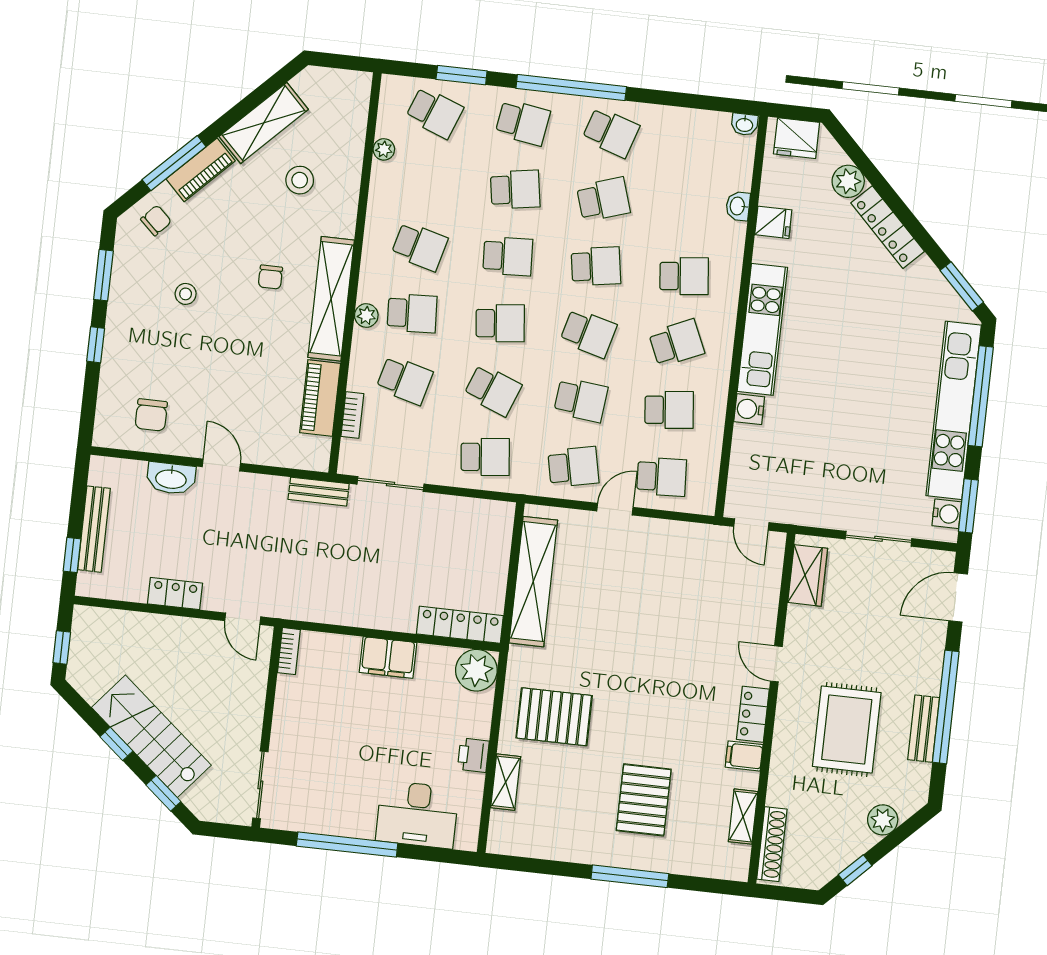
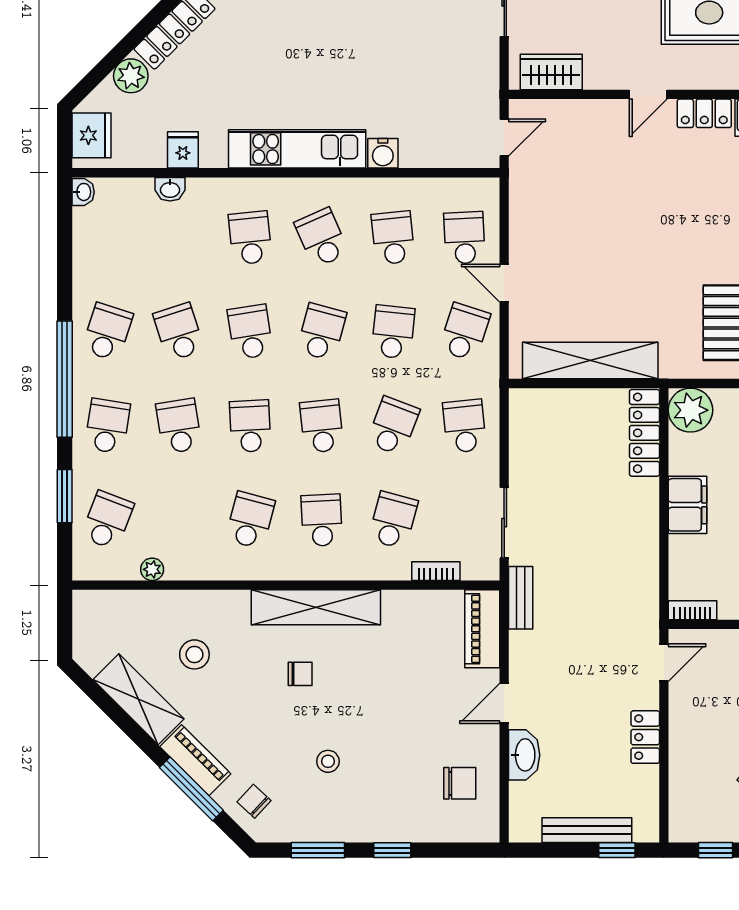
plant: (366, 316) -> (329, 568), removed
piano: (320, 398) -> (482, 629), moved, turned 90
school desk: (573, 467) -> (464, 332), turned 30

